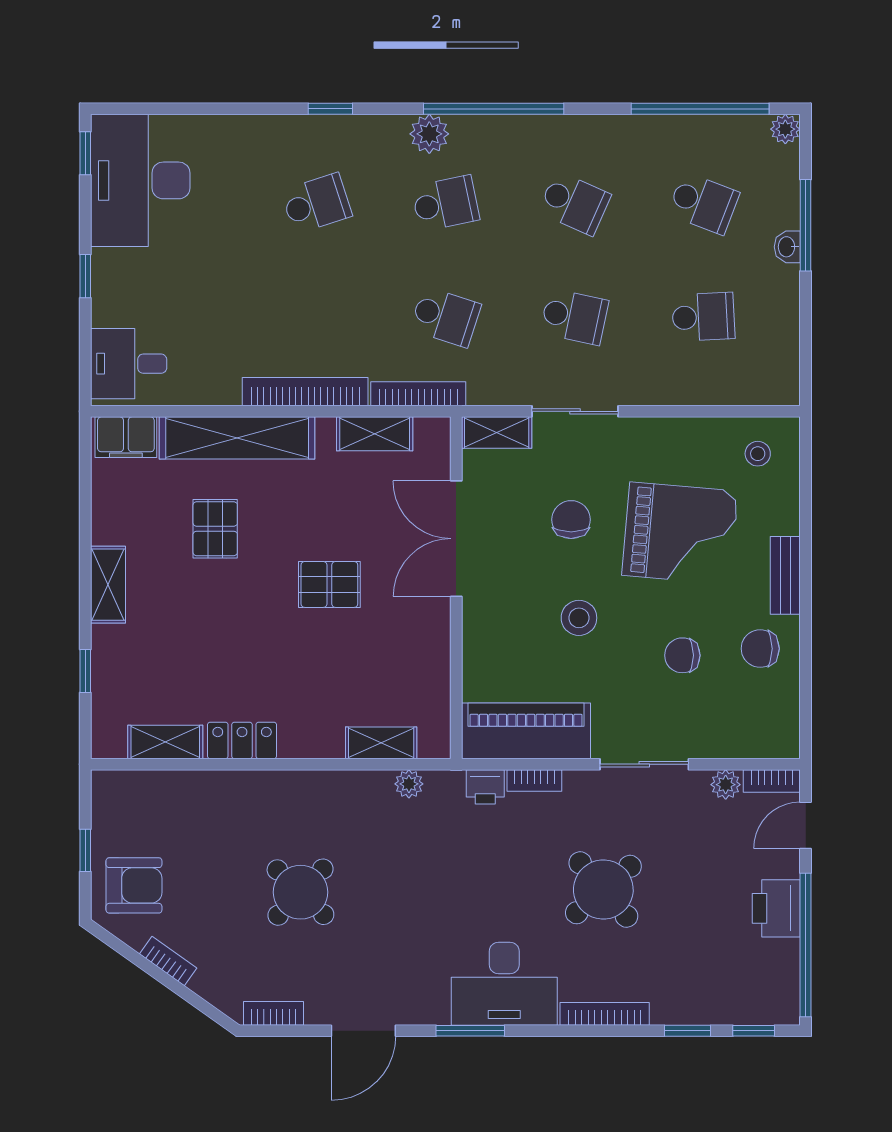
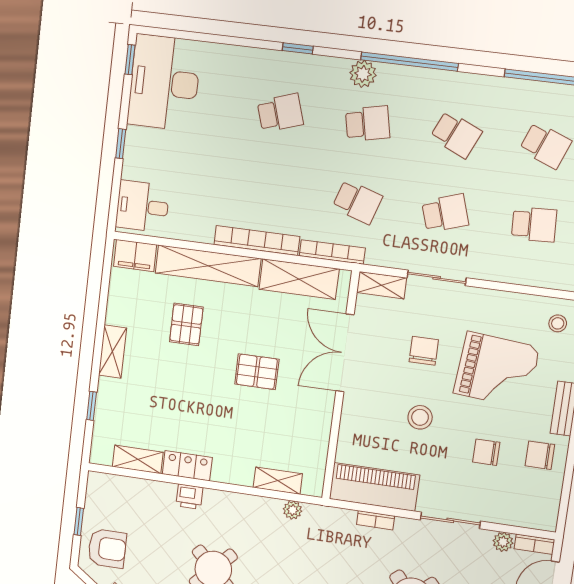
school desk: (574, 317) -> (445, 213), turned -30
shelving: (375, 434) -> (299, 279), width x1.50, depth x1.33
printer: (485, 787) -> (189, 497), moved

